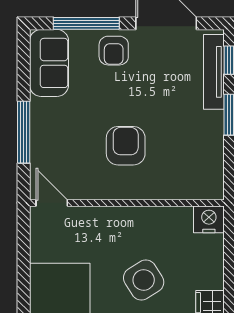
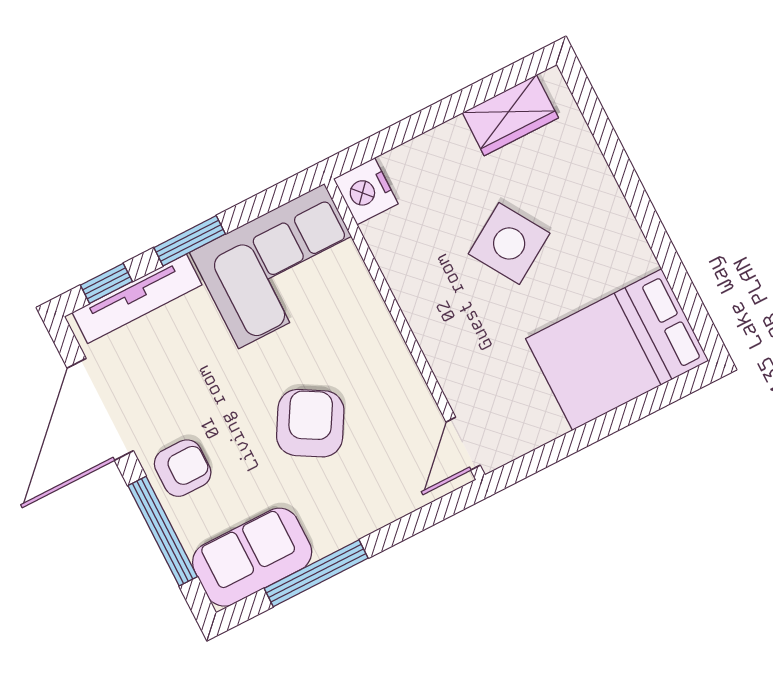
window: (24, 132) -> (316, 573), moved
armchair: (126, 146) -> (310, 423), moved, turned 120
corner sofa: (192, 156) -> (282, 266), added

